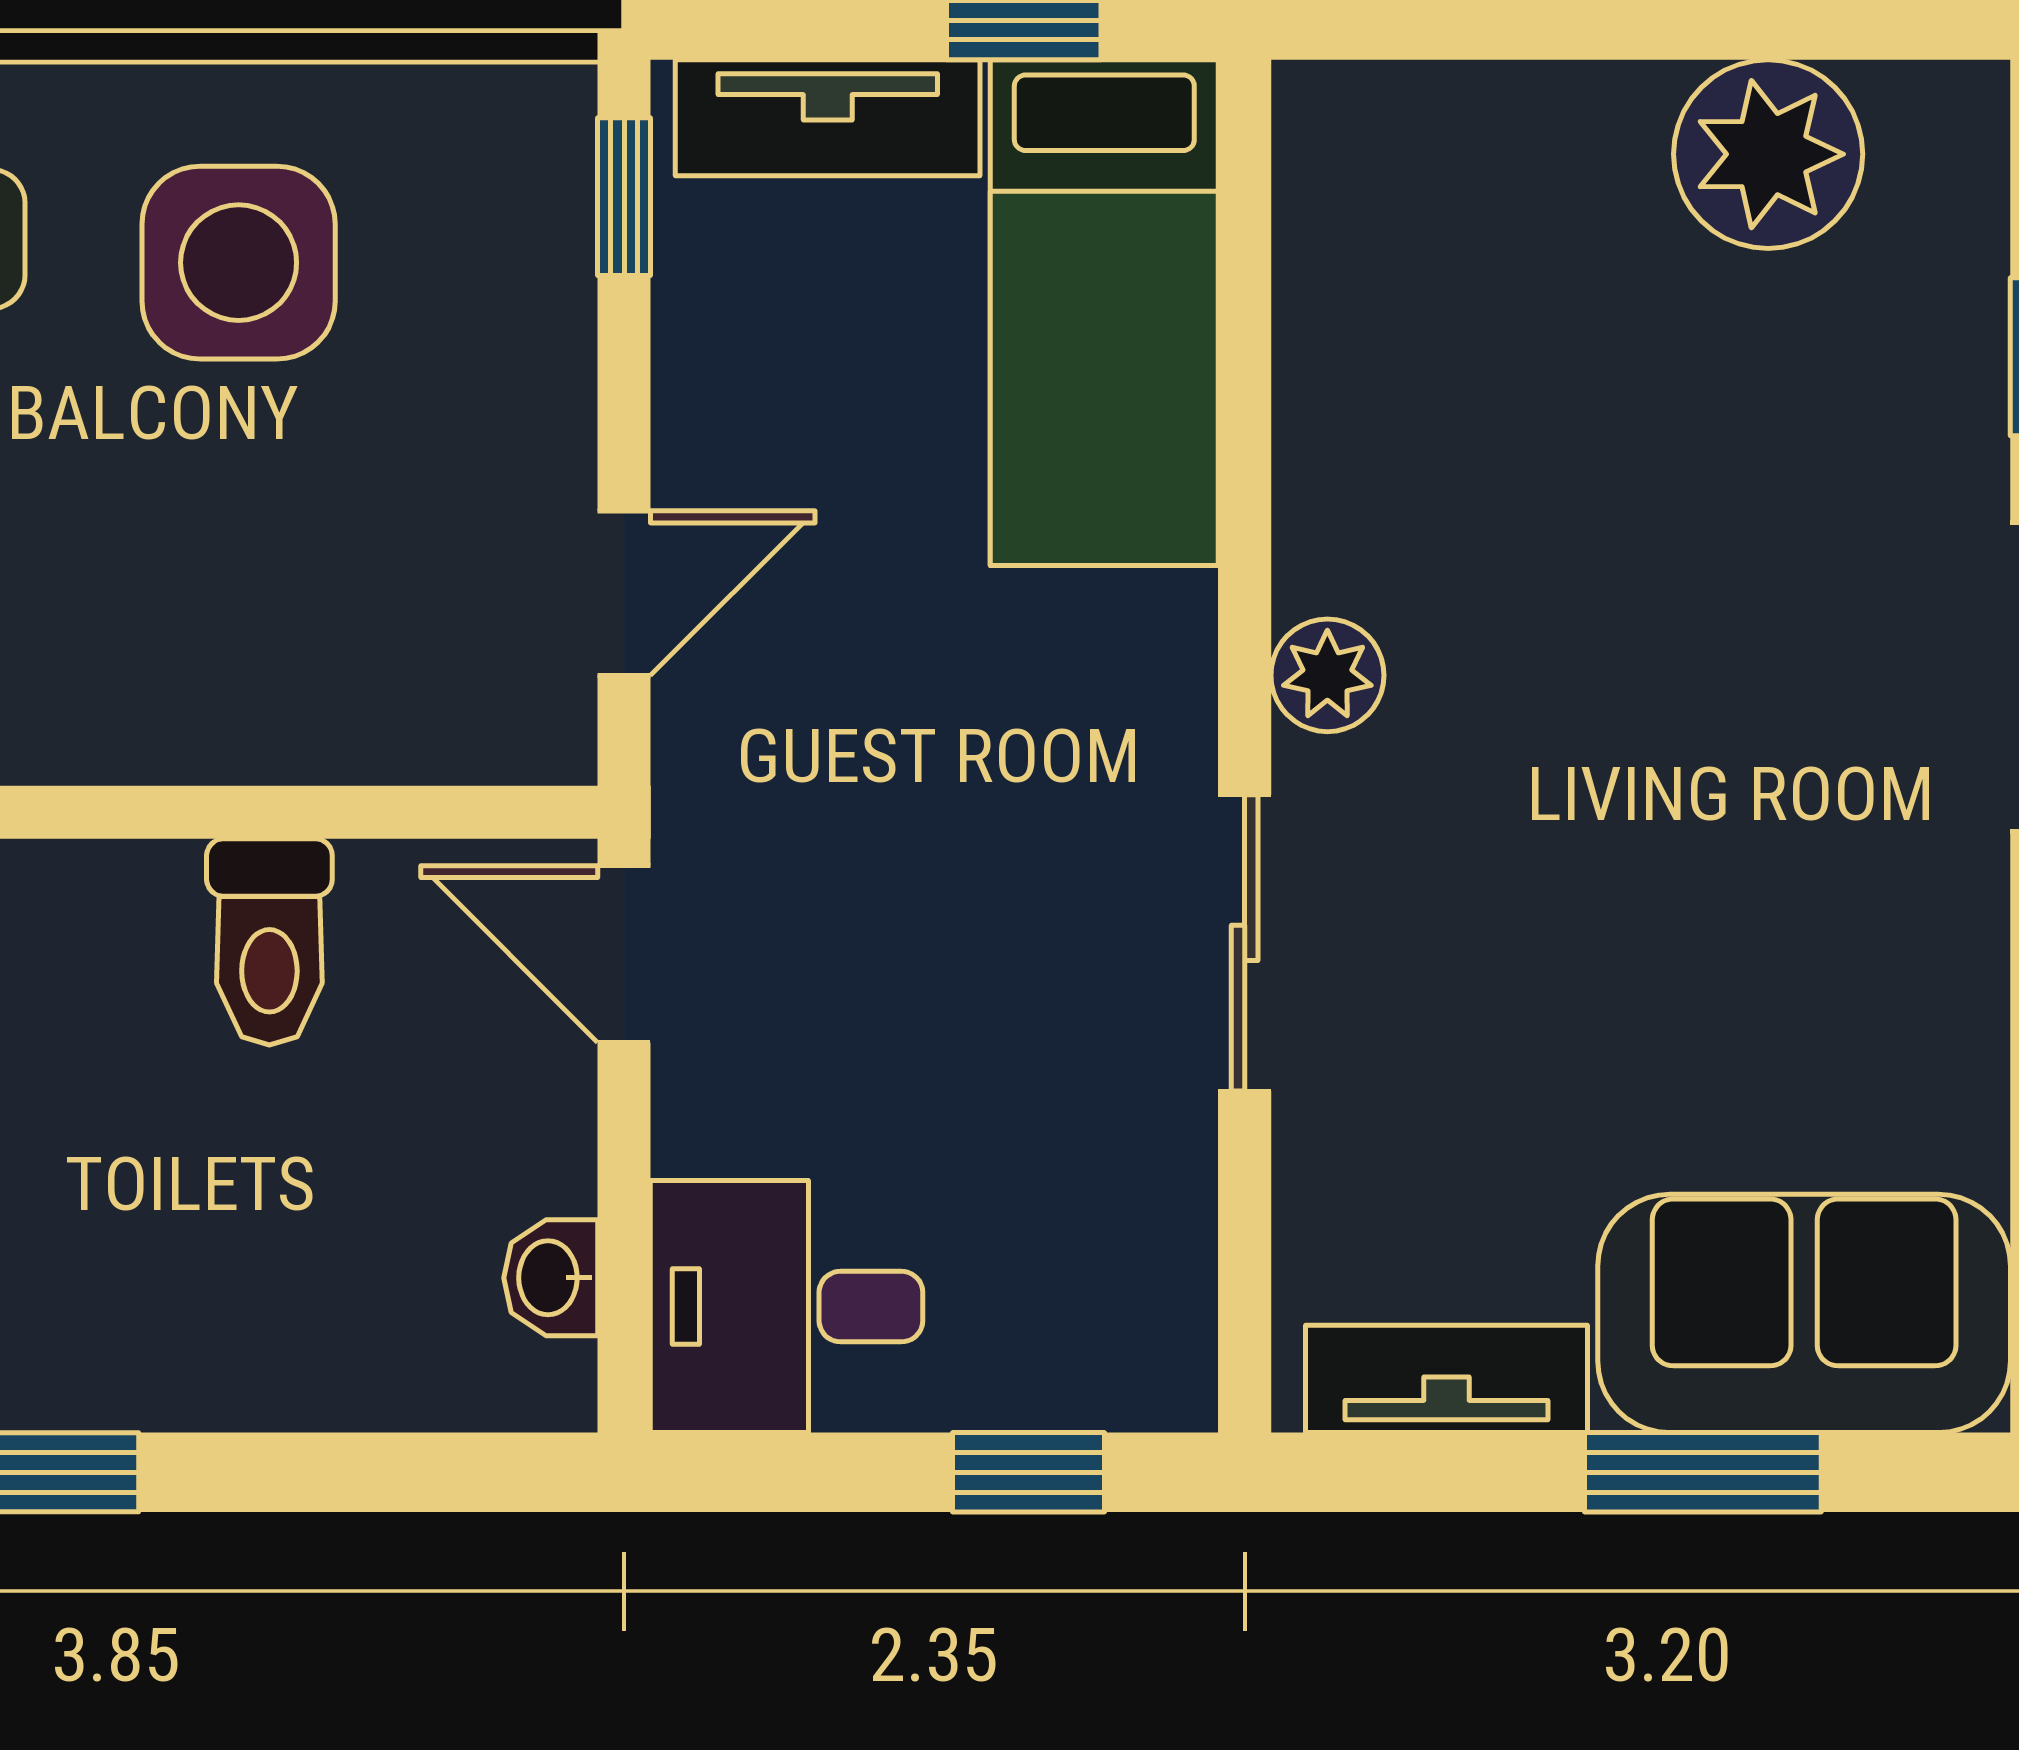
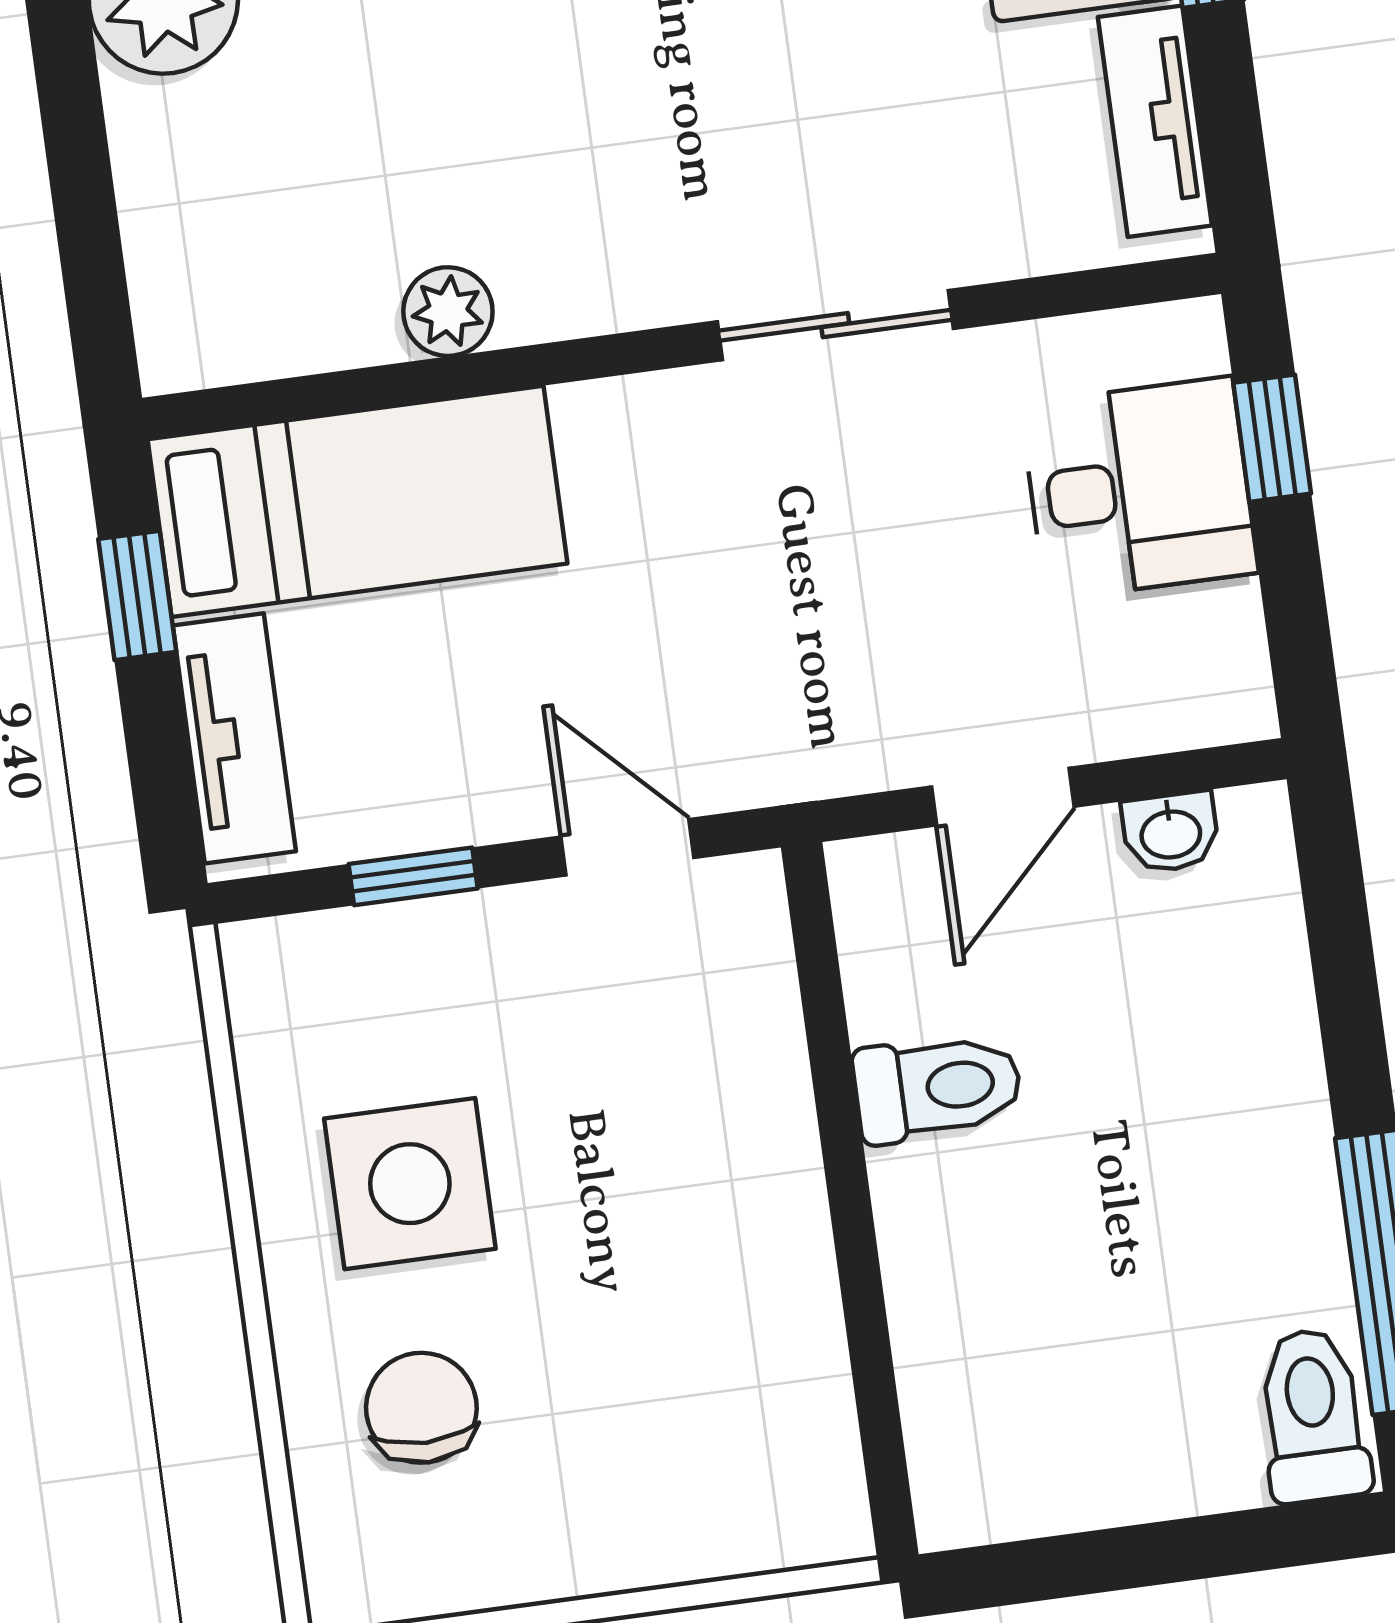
window: (624, 197) -> (413, 876), moved
plant: (1327, 675) -> (448, 312), moved
door: (624, 954) -> (1003, 797), moved
desk: (787, 1307) -> (1139, 488), moved, turned -90

